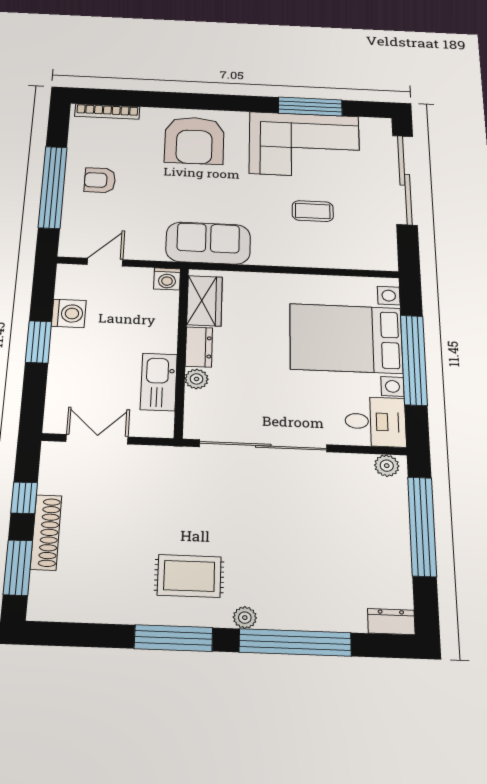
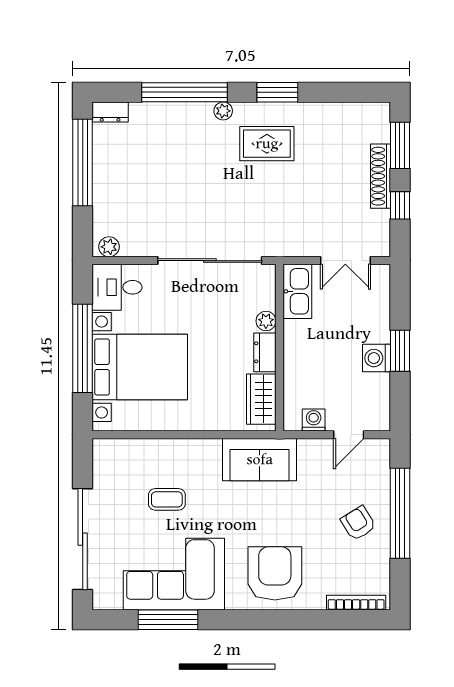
armchair: (100, 180) -> (358, 523), turned -122
washing machine: (167, 279) -> (314, 420), moved
washing machine: (69, 313) -> (377, 358), moved
kitchen sink: (159, 382) -> (297, 291), moved
window: (422, 526) -> (83, 163), moved
window: (173, 638) -> (277, 92), width x0.69

